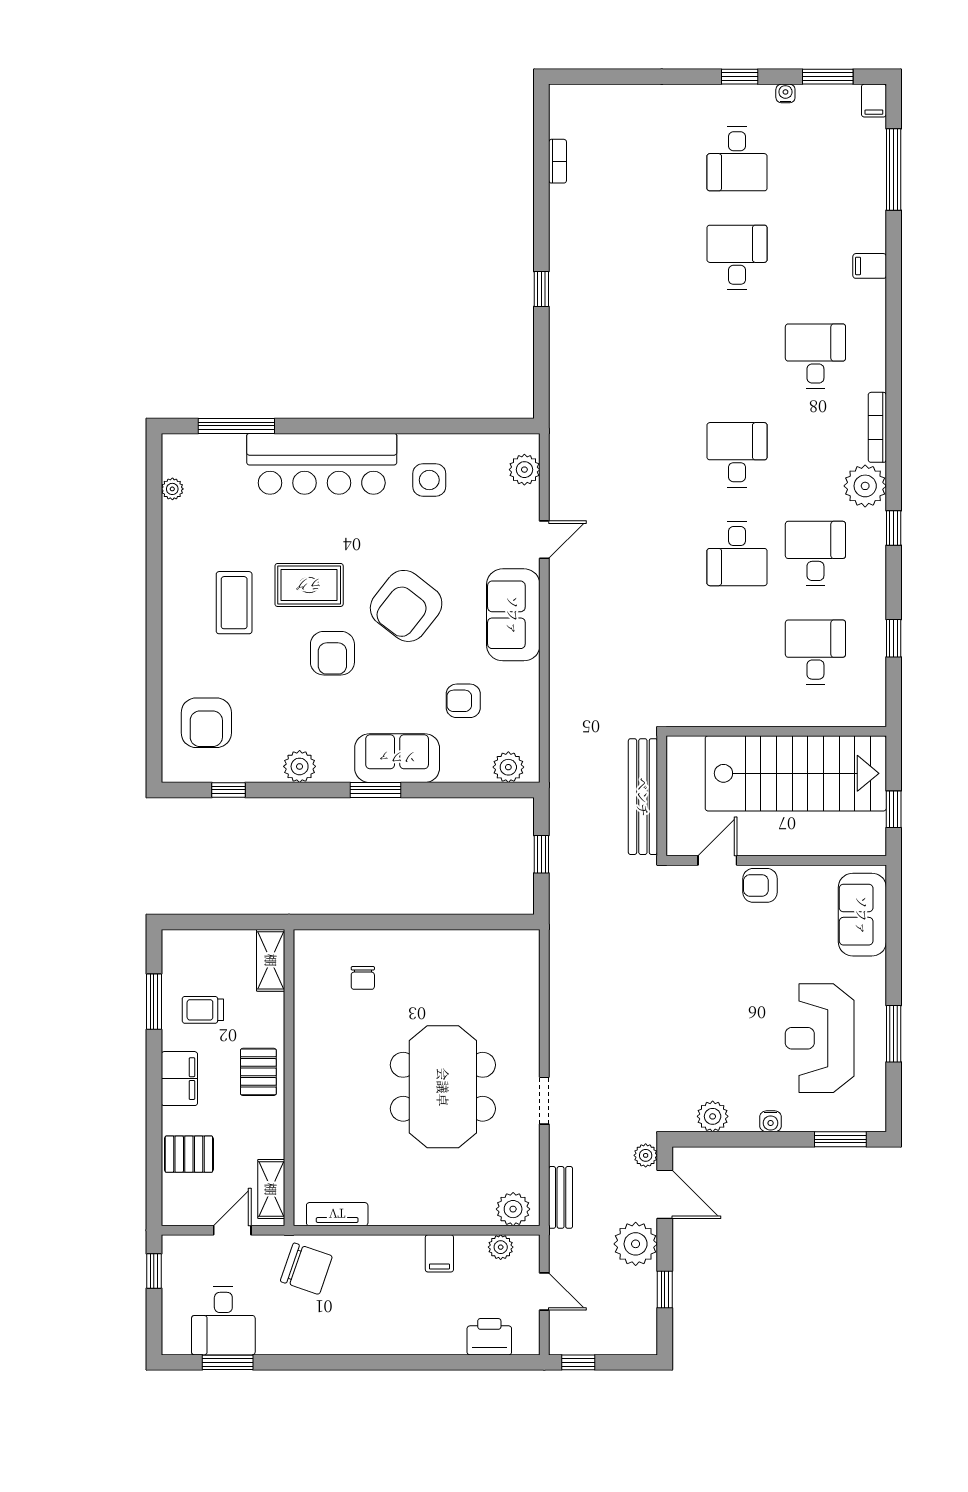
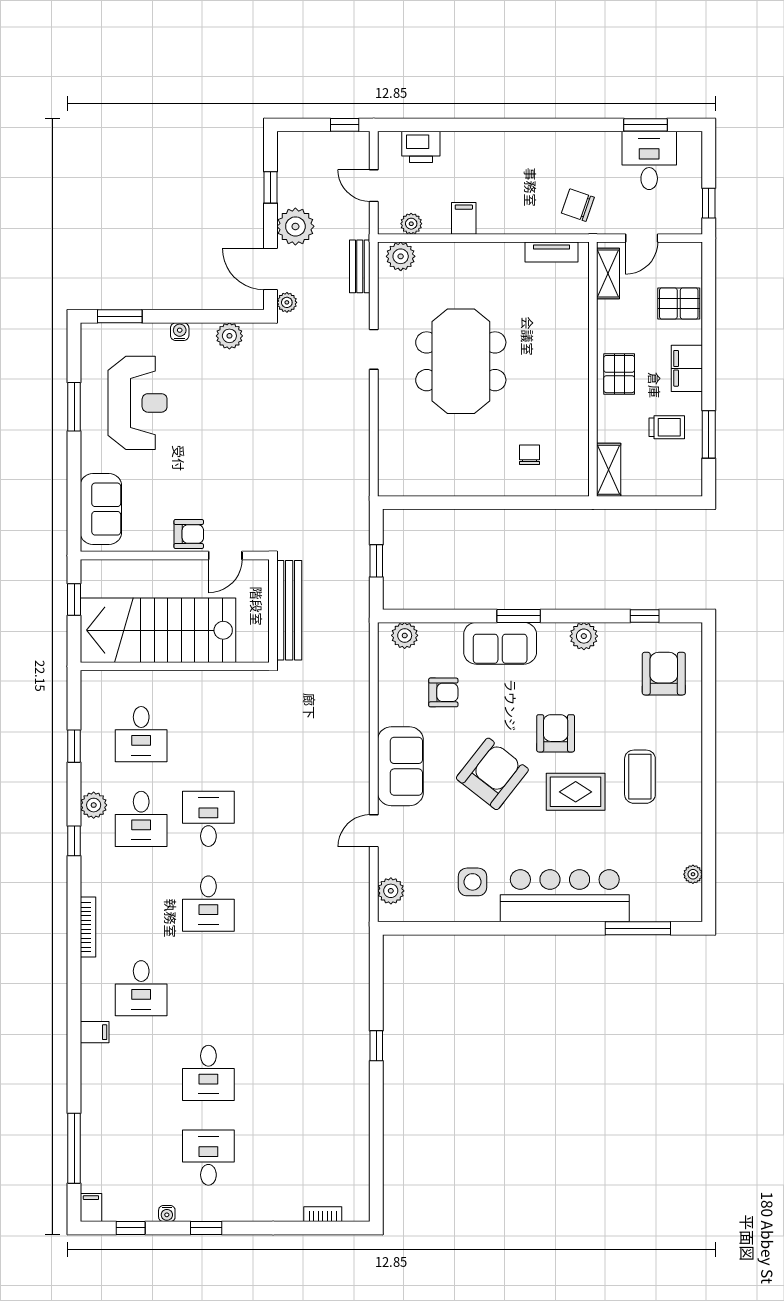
window: (828, 77) -> (131, 1228), width x0.67
bookcase: (558, 161) -> (323, 1214), moved, turned 90
filing cabinet: (870, 266) -> (95, 1032), moved
plant: (865, 486) -> (94, 805), moved, width x0.73, depth x0.73
chair: (306, 1269) -> (578, 205), width x0.73, depth x0.73

